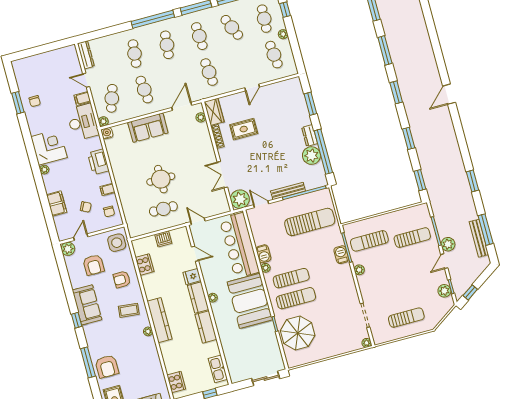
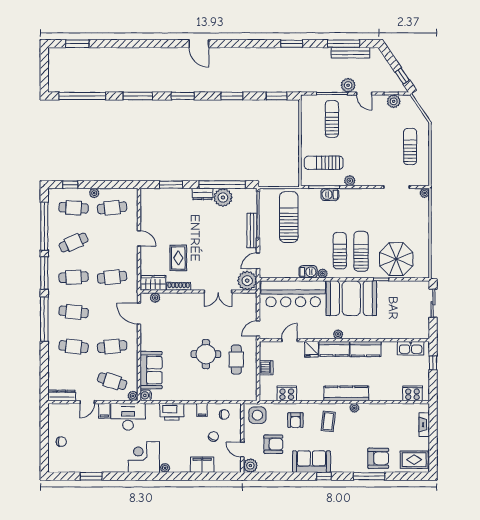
chair: (35, 101) -> (61, 442), moved
sofa: (148, 128) -> (151, 370), moved
sun lounger: (369, 241) -> (324, 163), turned 90

